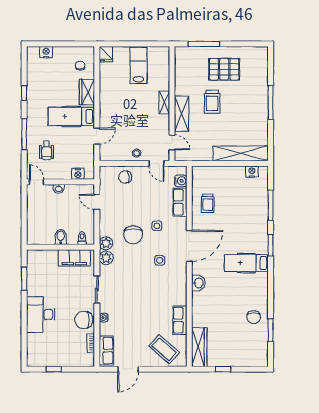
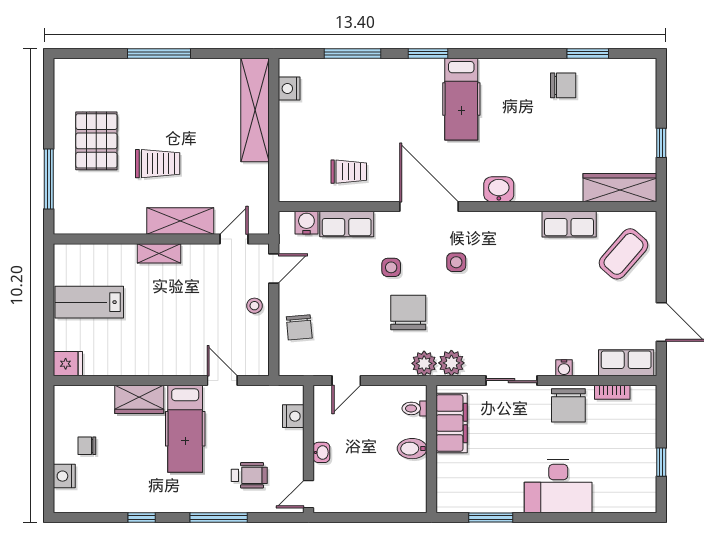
chair: (80, 66) -> (87, 446), moved
chair: (133, 235) -> (408, 312), turned -90

